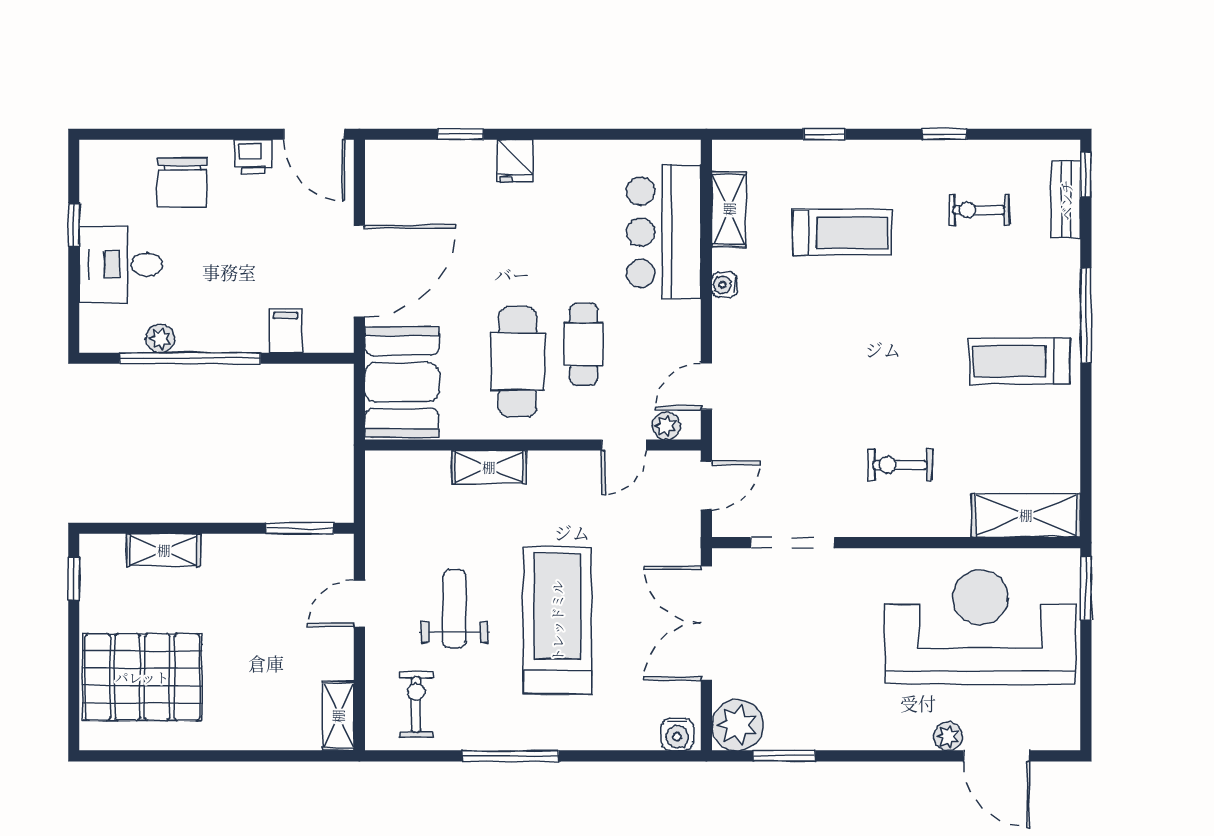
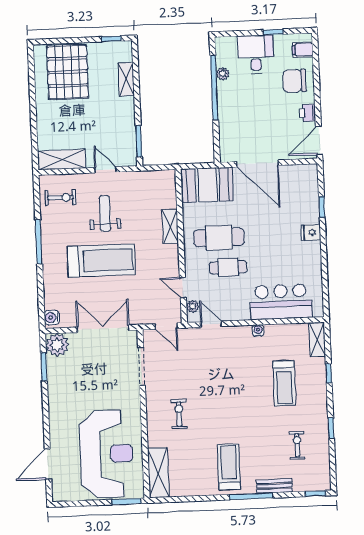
bench: (1066, 200) -> (274, 486), moved
shelving: (729, 209) -> (317, 339), moved, turned 90
filing cabinet: (286, 331) -> (303, 50), moved, turned 180
weight bench: (454, 609) -> (105, 213), turned -90
shelving: (338, 716) -> (62, 160), width x1.50, depth x1.33
plant: (948, 736) -> (56, 441), removed

